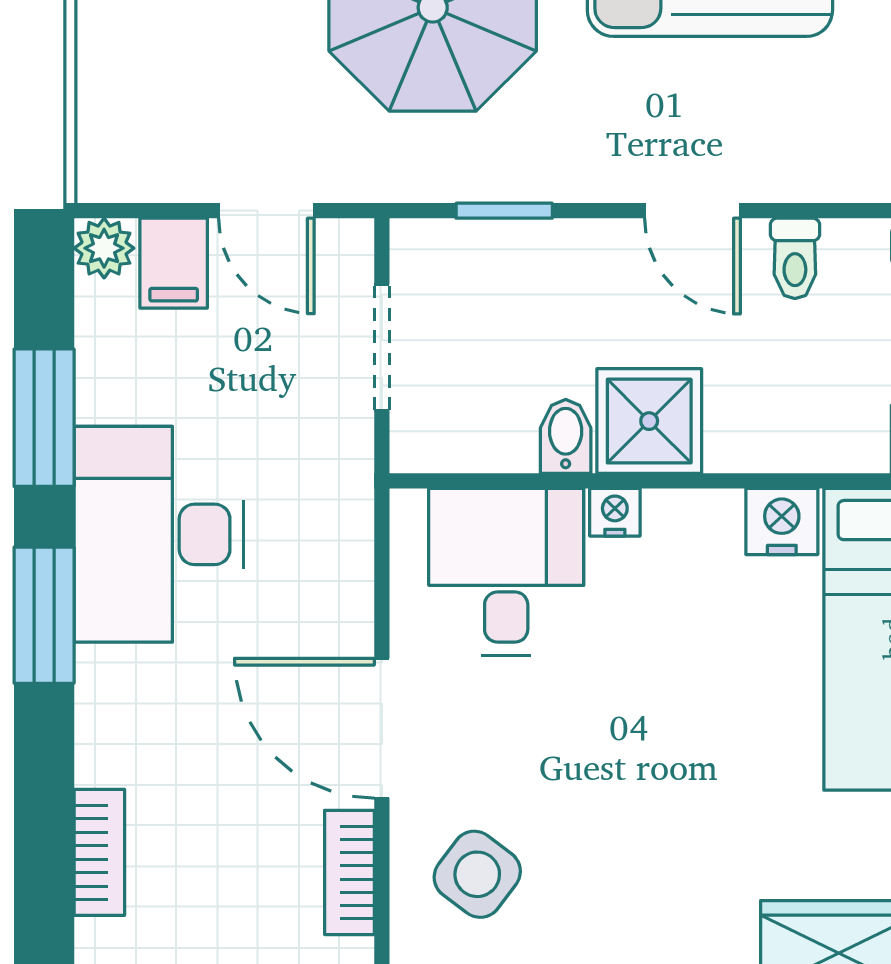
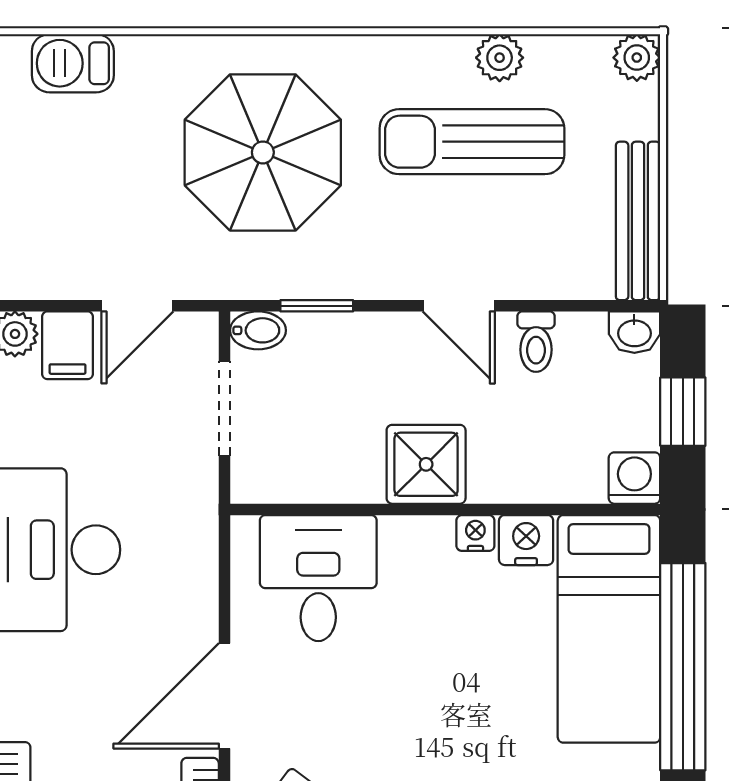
door: (266, 211) -> (137, 306), hinge flipped
bidet: (566, 436) -> (258, 330), moved, turned 90
nightstand: (615, 512) -> (475, 533), moved
door: (382, 728) -> (224, 696), hinge flipped

